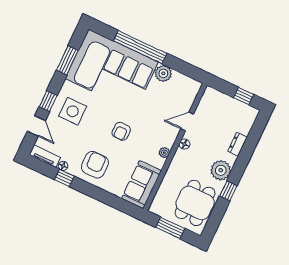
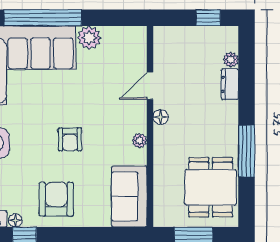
plant: (221, 170) -> (231, 60), moved, width x0.53, depth x0.53
window: (228, 191) -> (247, 151), width x2.17

